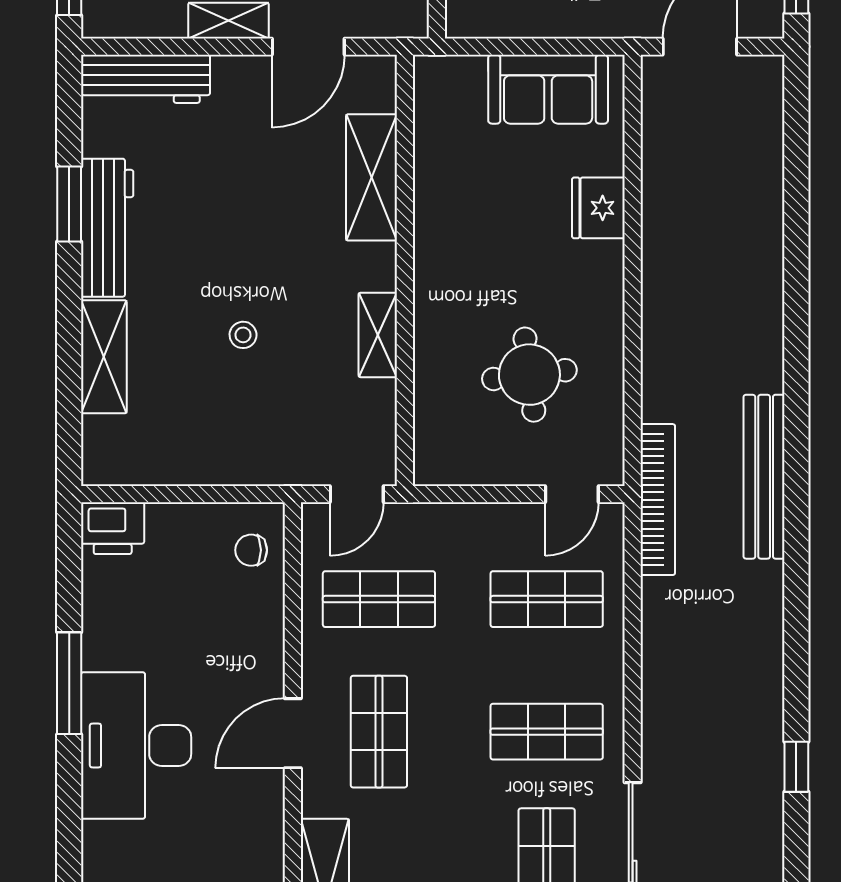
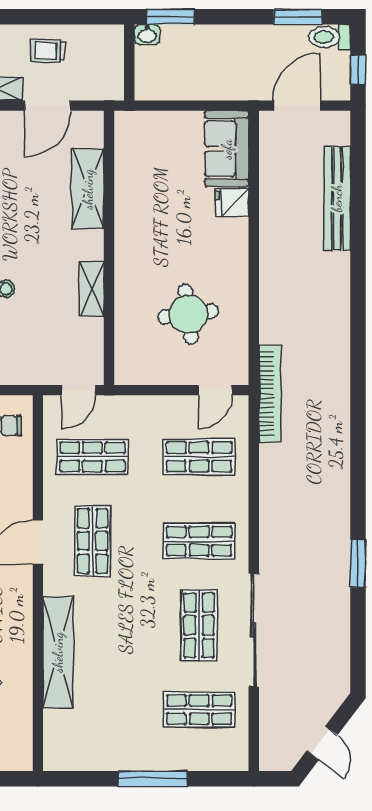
sofa: (548, 89) -> (227, 149), moved, turned 90
fridge: (598, 208) -> (232, 203), width x0.72
bench: (764, 477) -> (337, 198), moved
window: (796, 767) -> (358, 563), width x1.50

